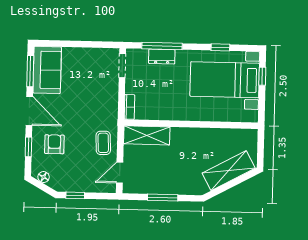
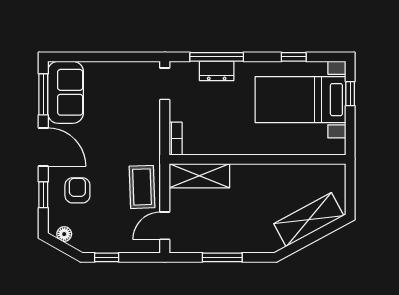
coffee table: (103, 143) -> (142, 187), width x1.36, depth x1.30

